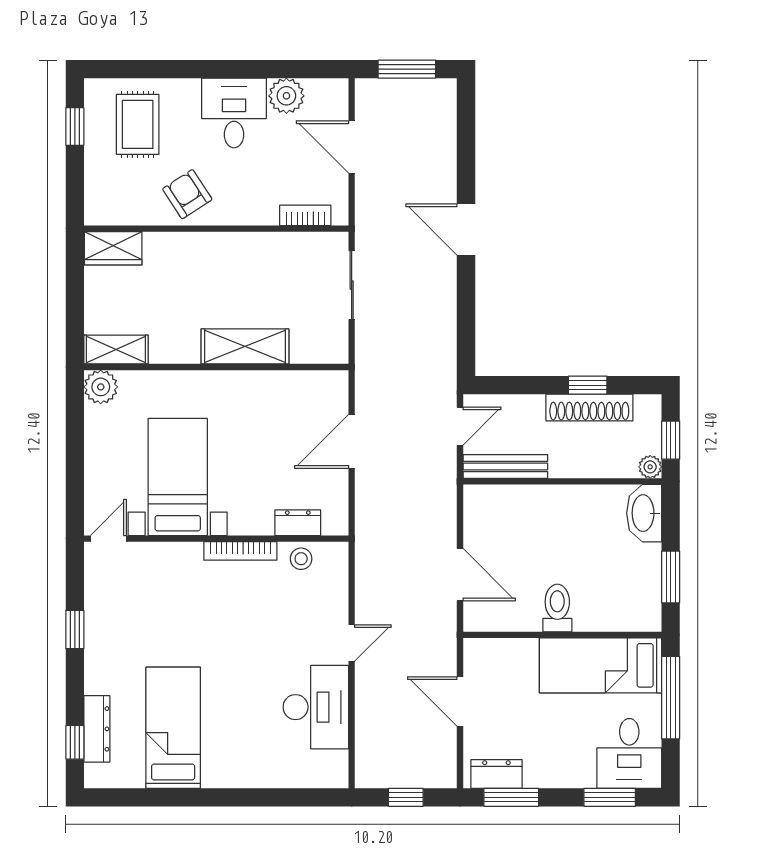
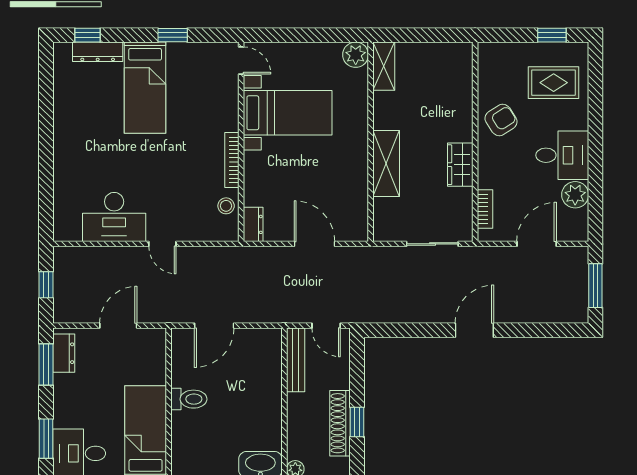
wardrobe: (113, 248) -> (460, 165), moved
dresser: (298, 523) -> (253, 224), moved
bed: (173, 728) -> (145, 88), moved, turned 90

